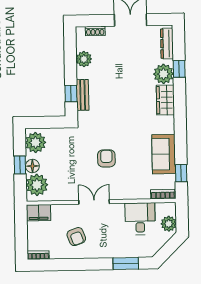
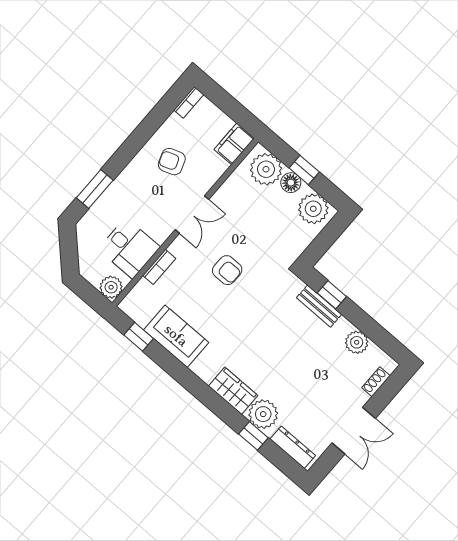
bookcase: (163, 194) -> (159, 267), moved
plant: (169, 224) -> (111, 287), moved

